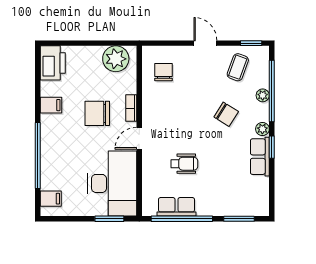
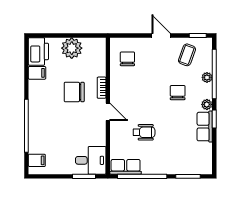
plant: (116, 59) -> (72, 48), moved
filing cabinet: (51, 105) -> (37, 73), moved
chair: (226, 114) -> (178, 93), turned -122
door: (139, 138) -> (108, 112), swing flipped
desk: (112, 183) -> (91, 160), width x0.53, depth x0.77
row of seats: (176, 207) -> (126, 167), moved

